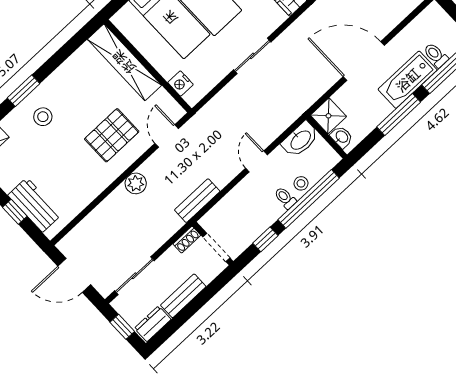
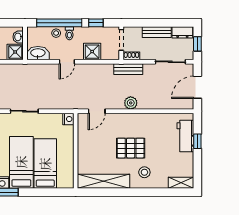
shelving: (124, 62) -> (104, 181), moved, turned 90
nightstand: (180, 83) -> (68, 119), moved
window: (23, 91) -> (142, 192), removed
pallet: (112, 135) -> (131, 148), moved
bench: (197, 201) -> (128, 69), moved
shower: (238, 201) -> (92, 52), added
door: (74, 275) -> (197, 87), swing flipped

